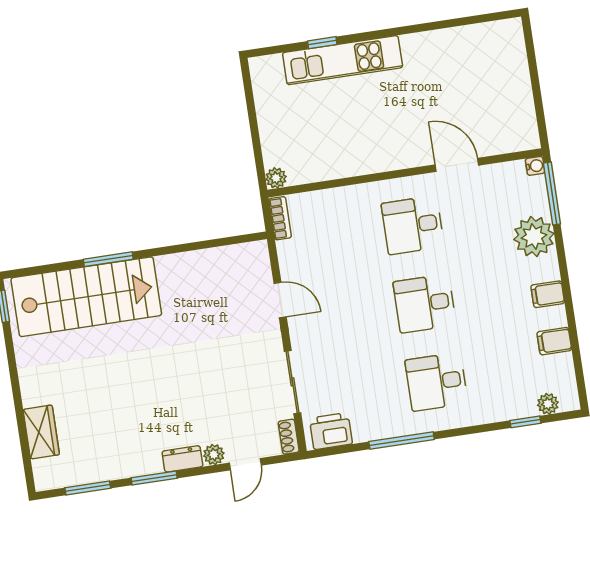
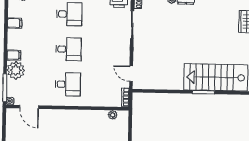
door: (457, 165) -> (29, 107), moved
plant: (276, 178) -> (113, 115), moved
filing cabinet: (548, 294) -> (14, 55), moved
door: (280, 300) -> (131, 74), moved

